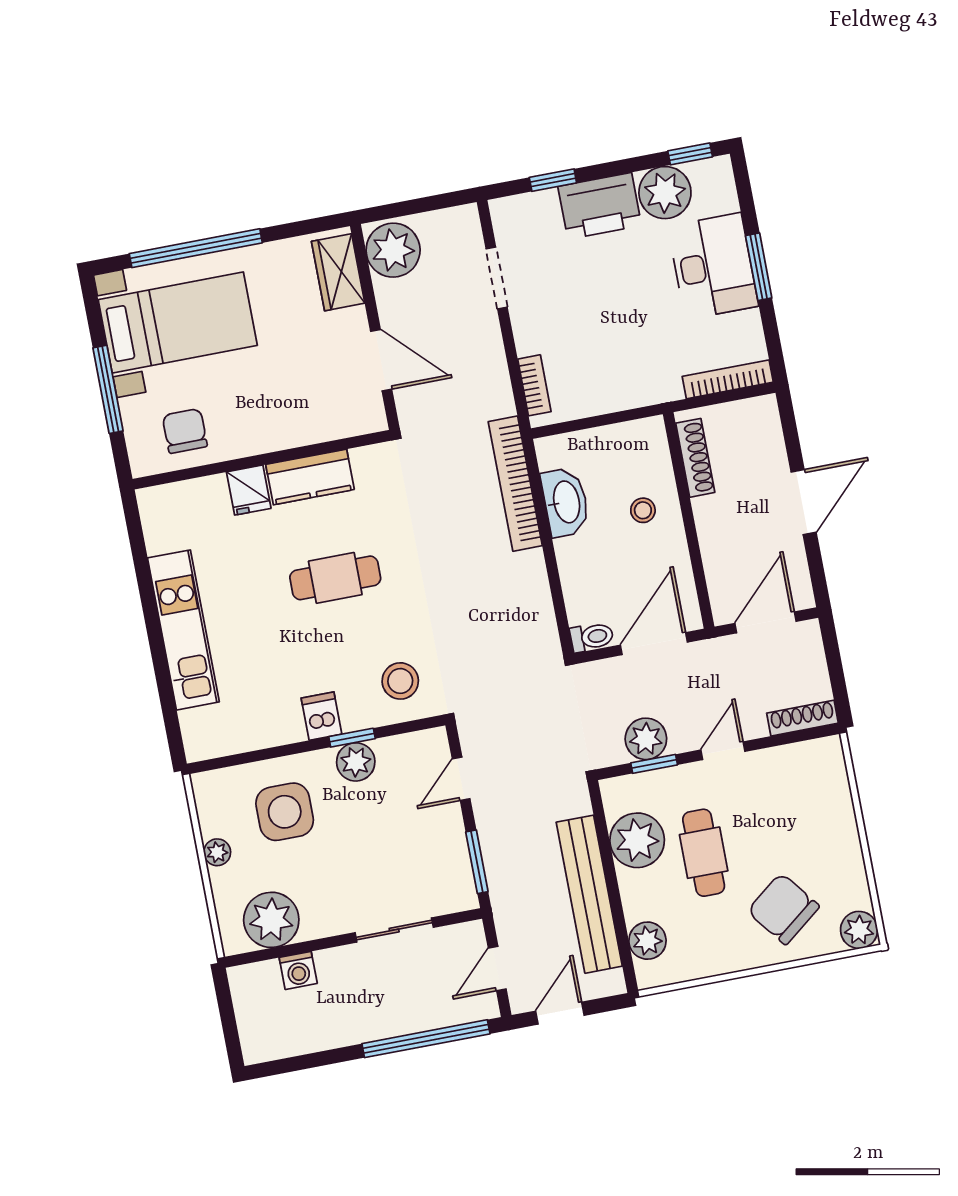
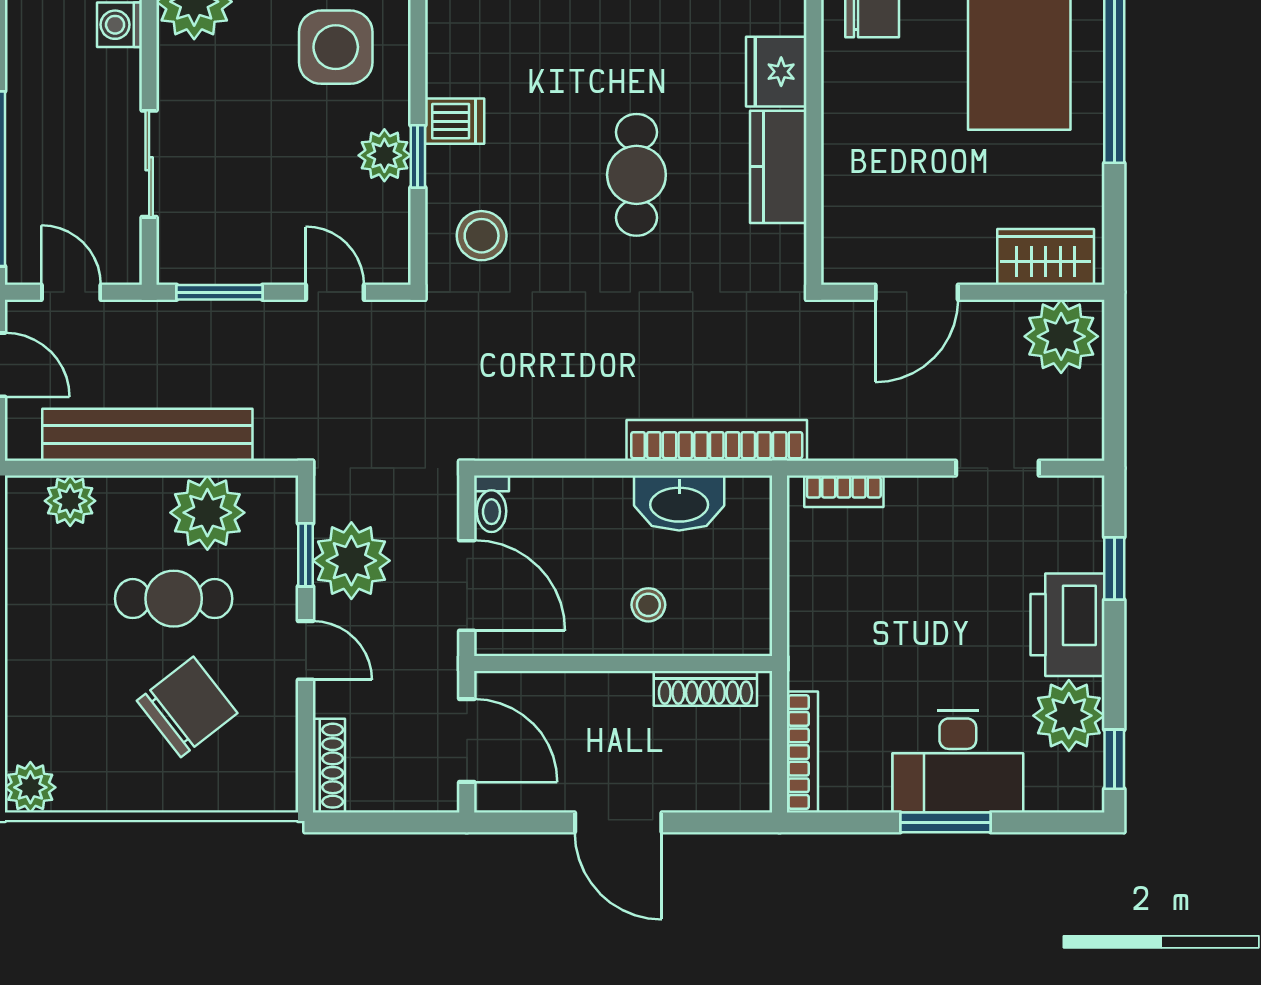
fridge: (249, 490) -> (776, 72), width x1.38
plant: (646, 739) -> (351, 561), width x1.36, depth x1.36
chair: (783, 909) -> (187, 707), moved

